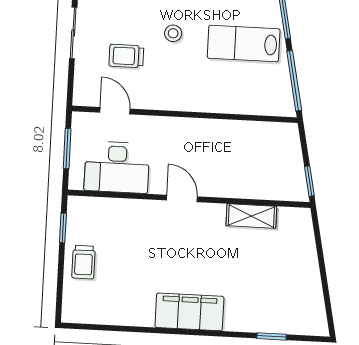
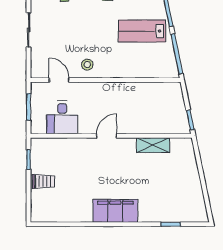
stool: (173, 33) -> (87, 65), moved
trolley: (126, 56) -> (65, 43), removed
desk: (117, 167) -> (62, 117), width x0.73
door: (182, 198) -> (106, 136), hinge flipped
trolley: (84, 262) -> (43, 181), turned -90

